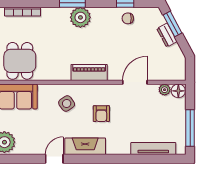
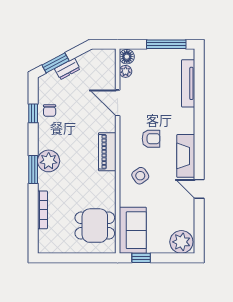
bookcase: (23, 12) -> (42, 210), moved

